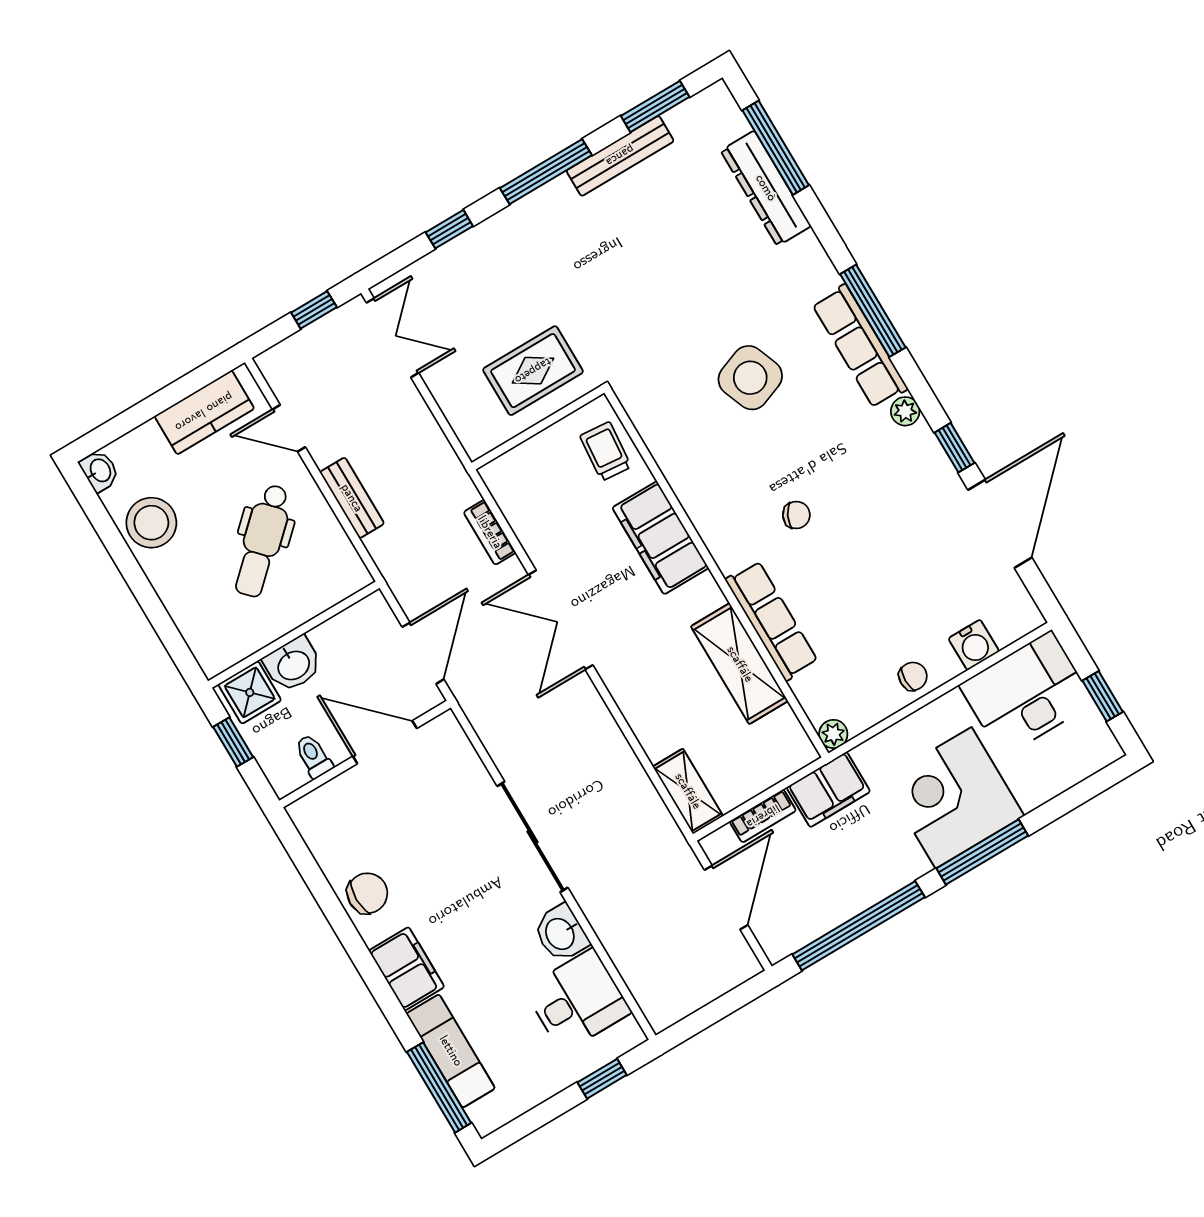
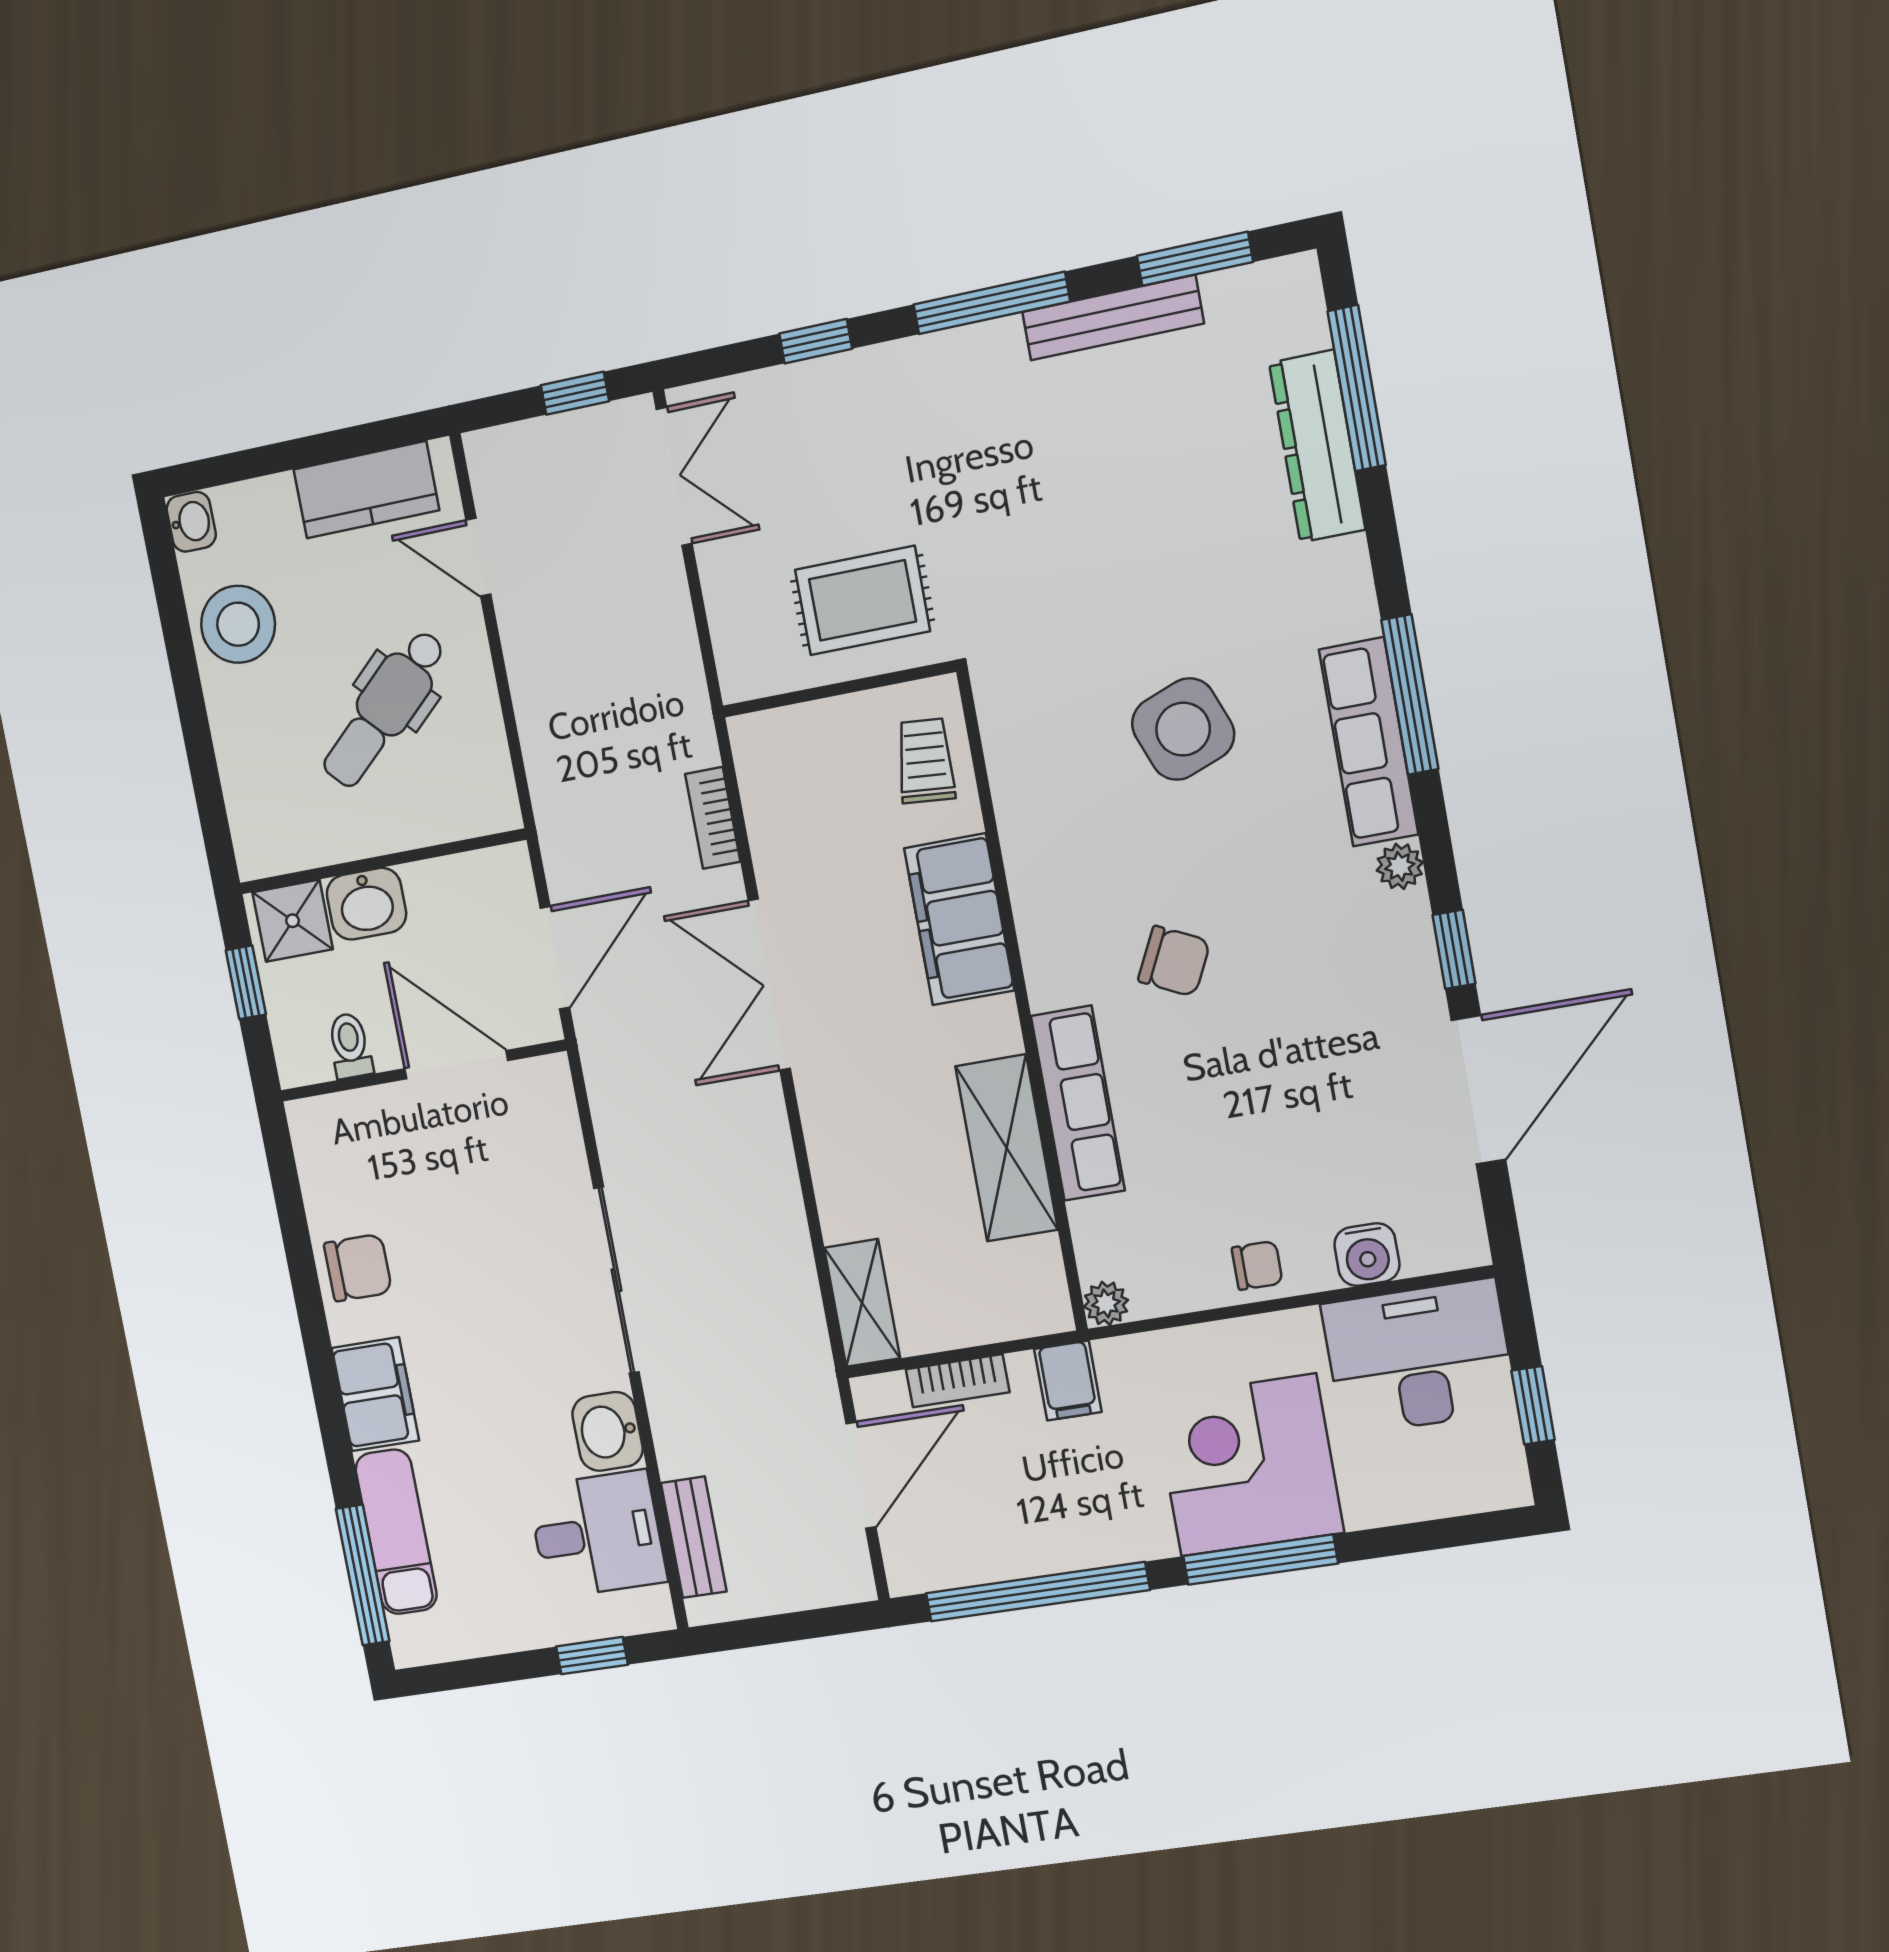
bench: (352, 498) -> (694, 1537), moved
chair: (796, 515) -> (1174, 961), width x1.37, depth x1.37
filing cabinet: (828, 790) -> (1068, 1381), width x0.50

